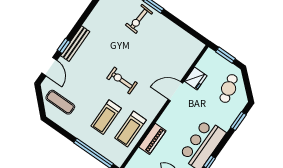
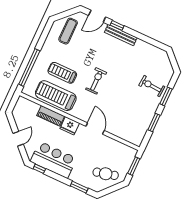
window: (180, 24) -> (154, 122), added
fridge: (196, 79) -> (70, 126), moved
treadmill: (130, 129) -> (56, 96), width x1.37, depth x1.38

